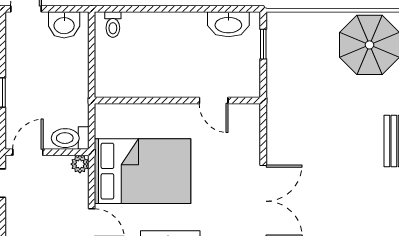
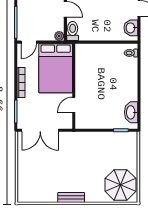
wall: (177, 101) -> (74, 86), moved
door: (214, 101) -> (74, 105), moved

